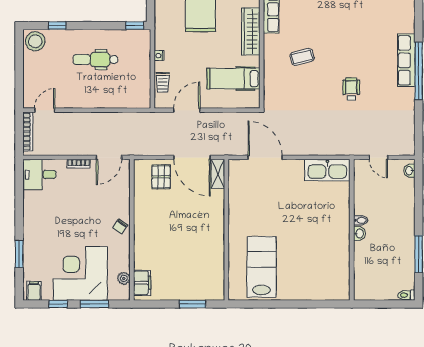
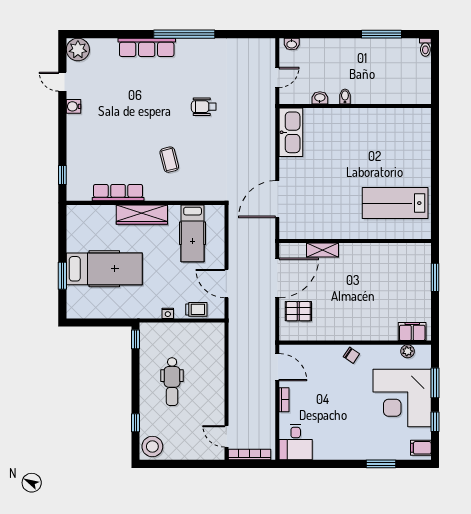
row of seats: (406, 60) -> (147, 47), moved
shelving: (218, 174) -> (323, 250), moved
washbasin: (359, 233) -> (320, 98), moved

